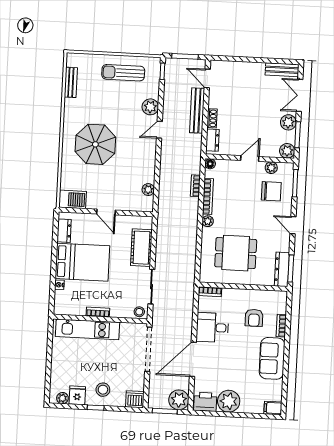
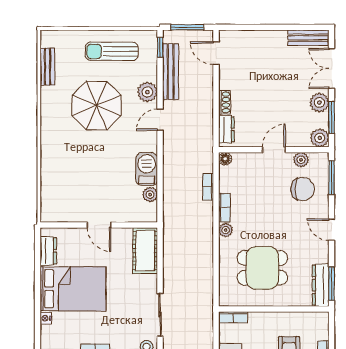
bench: (197, 111) -> (171, 72), moved
parasol: (95, 144) -> (97, 105), moved
bookcase: (208, 196) -> (224, 207), width x0.64
barbecue: (73, 199) -> (147, 169), moved, turned -90
cot: (141, 248) -> (145, 251), moved

